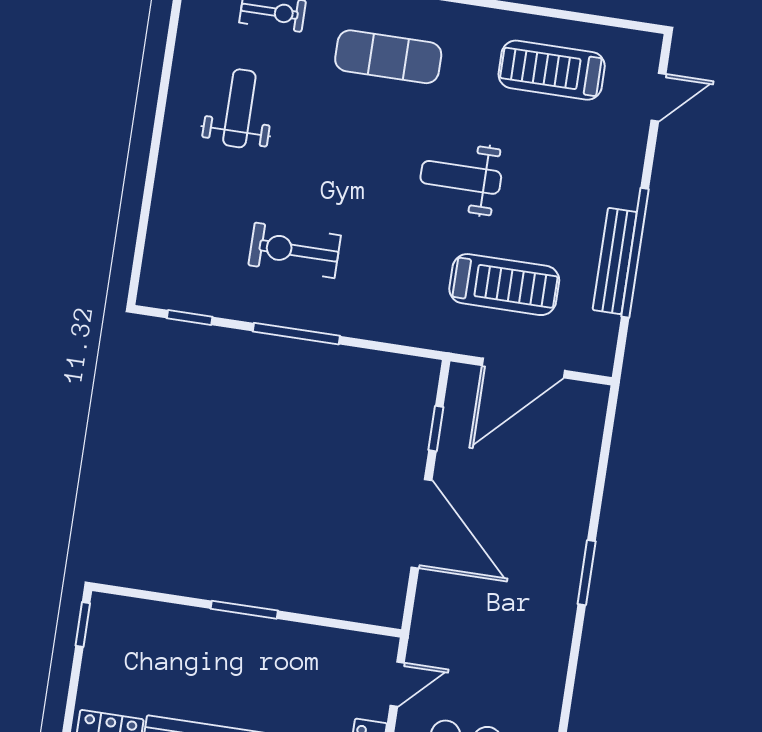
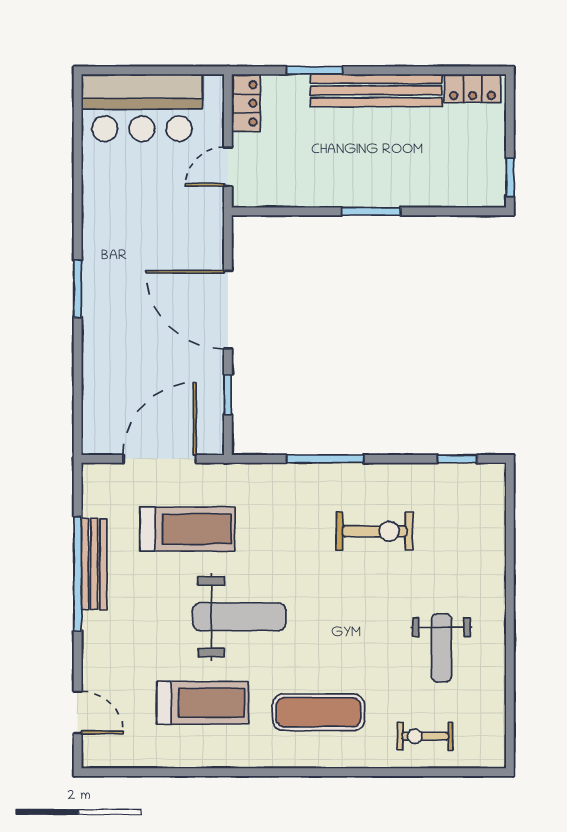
treadmill: (552, 70) -> (202, 703), moved
door: (658, 97) -> (78, 713), swing flipped
weight bench: (461, 177) -> (239, 617), width x1.36, depth x1.33
treadmill: (504, 285) -> (187, 529), turned 180
window: (296, 334) -> (325, 459), moved

